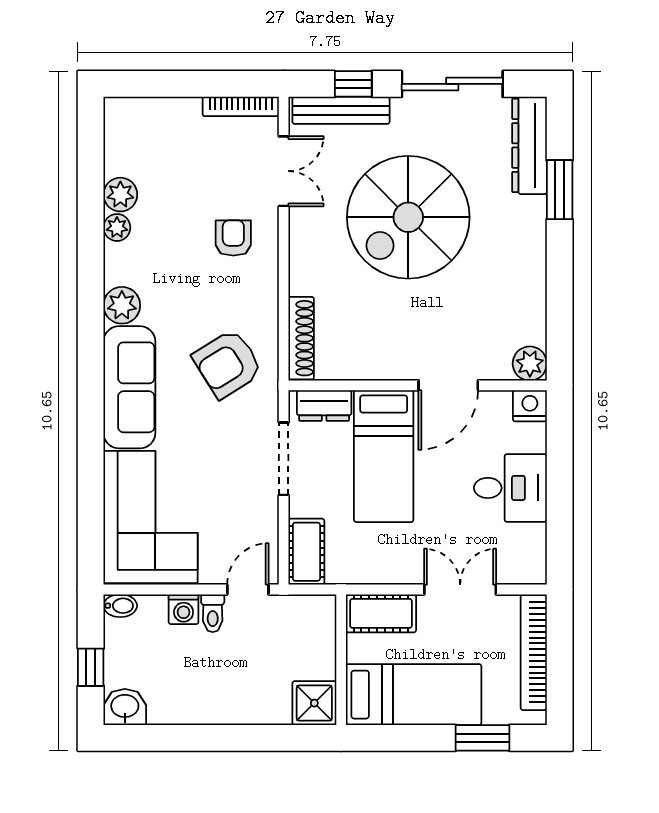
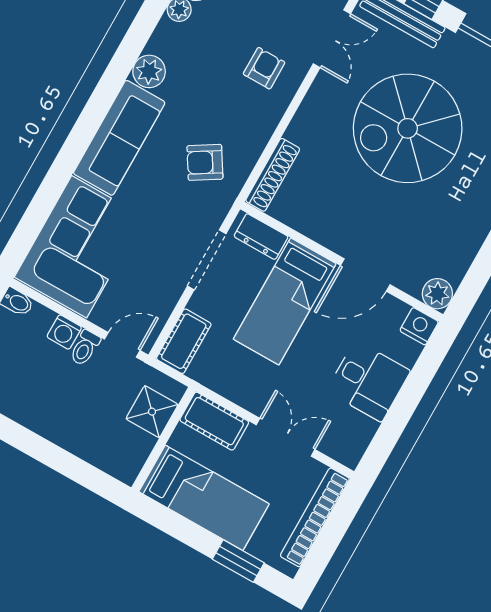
armchair: (228, 364) -> (205, 162), width x0.72, depth x0.72
shower: (314, 703) -> (152, 412), moved

